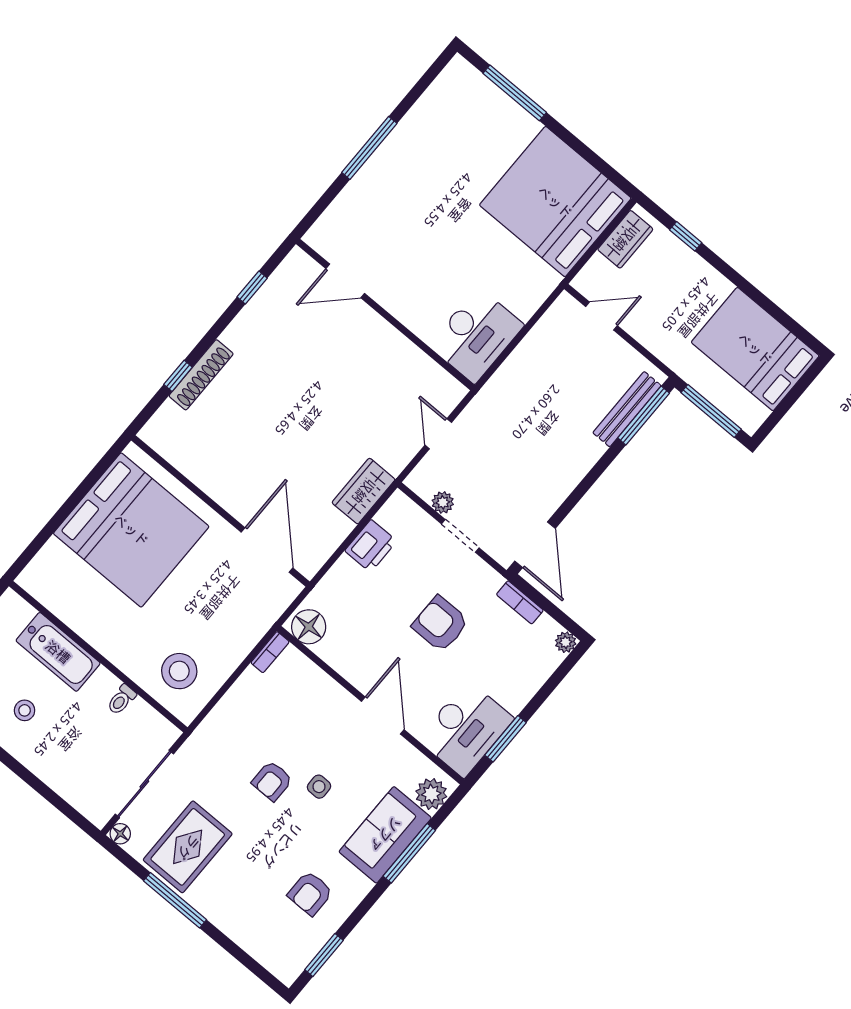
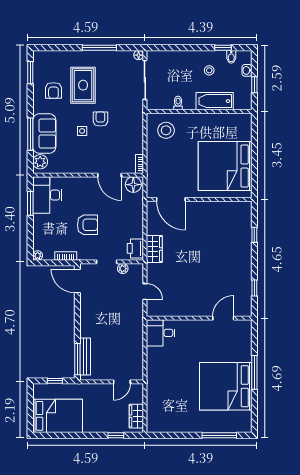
bed: (555, 202) -> (226, 386), moved, turned 180
desk: (476, 335) -> (161, 333), width x0.73
shoe rack: (201, 375) -> (246, 242), removed
window: (711, 411) -> (55, 381), width x0.46
printer: (371, 546) -> (135, 248), moved
door: (383, 716) -> (110, 175), moved
rug: (188, 847) -> (83, 85), moved
armchair: (310, 893) -> (53, 90), turned 180

